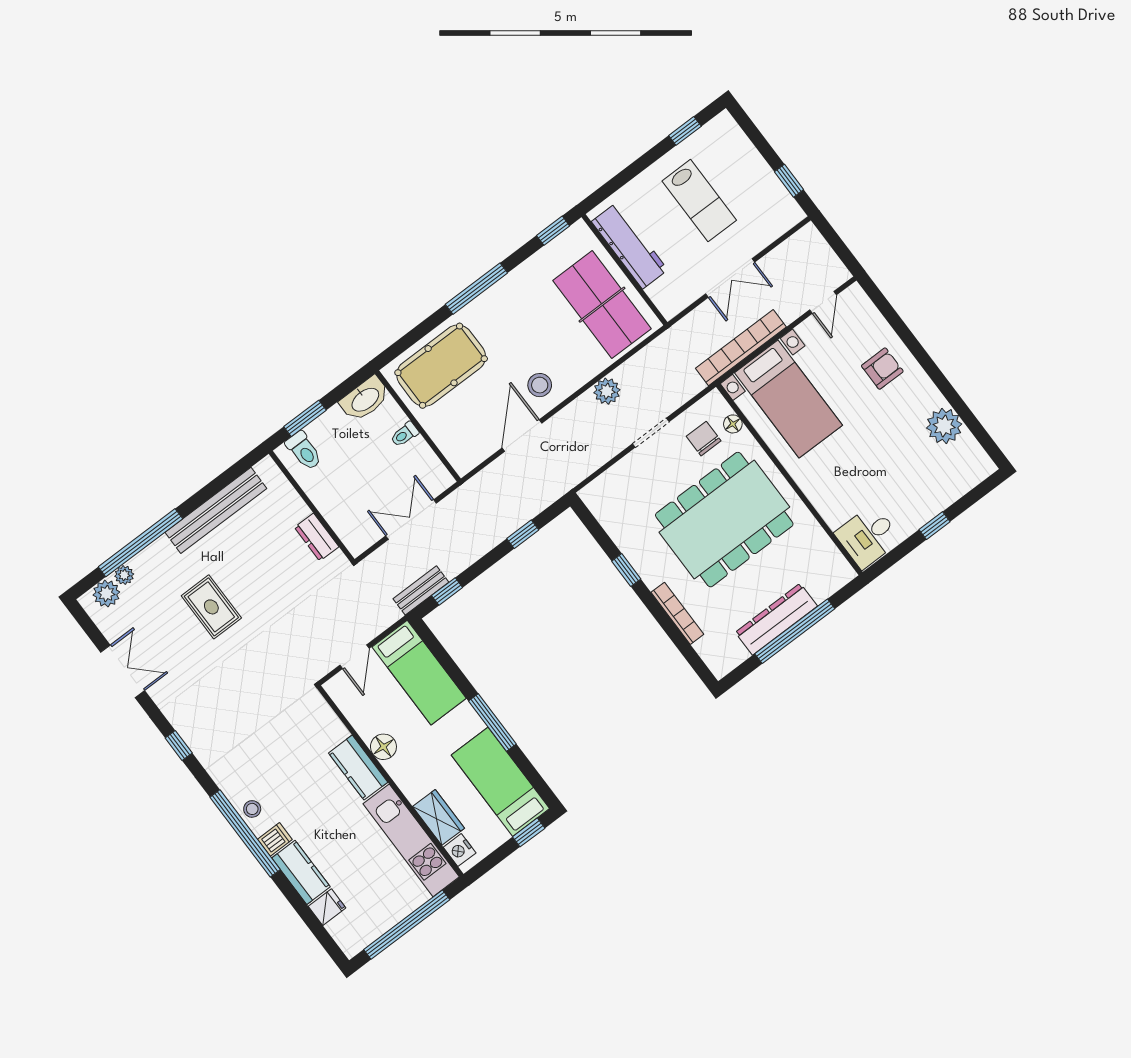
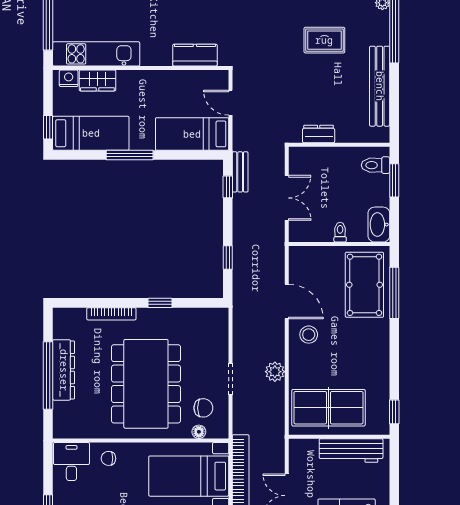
window: (476, 289) -> (394, 293), moved
chair: (835, 499) -> (108, 458), added
floor lamp: (383, 747) -> (164, 79), removed
kitchen counter: (358, 768) -> (195, 55), moved

